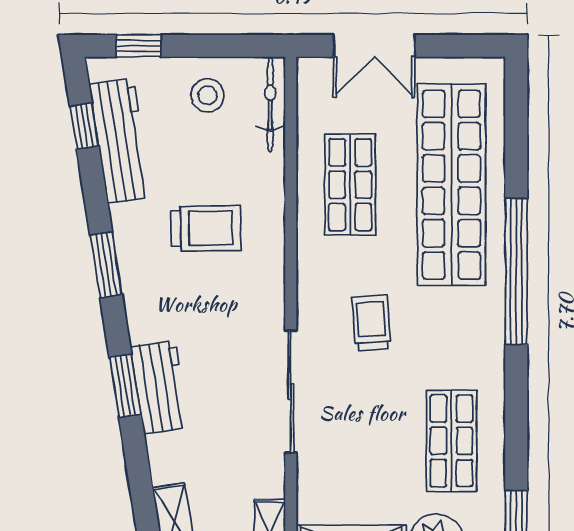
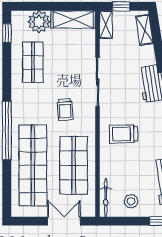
shop shelf: (350, 185) -> (74, 165), width x1.43, depth x1.36
trolley: (206, 228) -> (124, 134), moved

